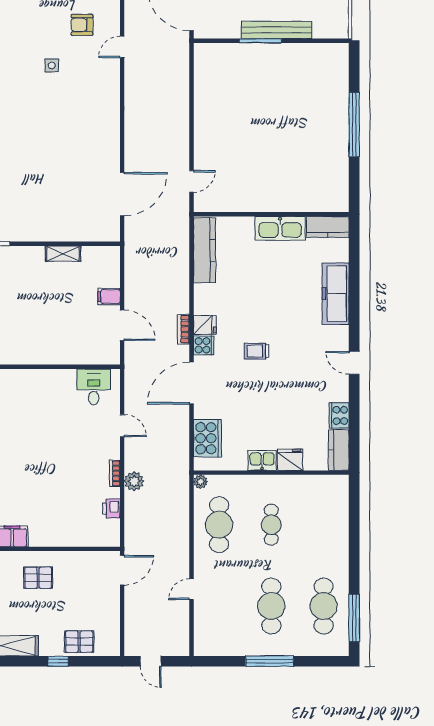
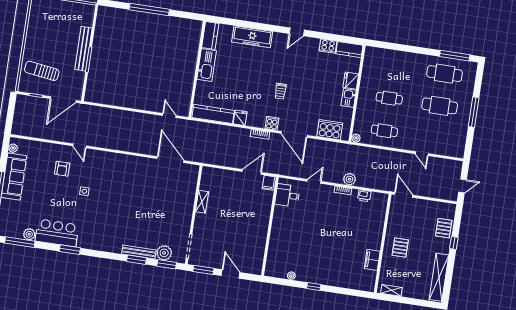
filing cabinet: (109, 297) -> (268, 183), moved
fridge: (205, 325) -> (240, 118), moved
cafe table: (219, 525) -> (384, 131), width x0.73, depth x0.74

